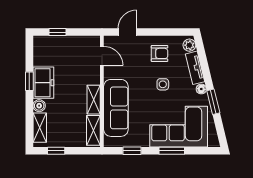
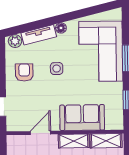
door: (102, 56) -> (40, 133), moved
window: (213, 102) -> (74, 15), removed
sofa: (116, 108) -> (82, 118), width x0.73

